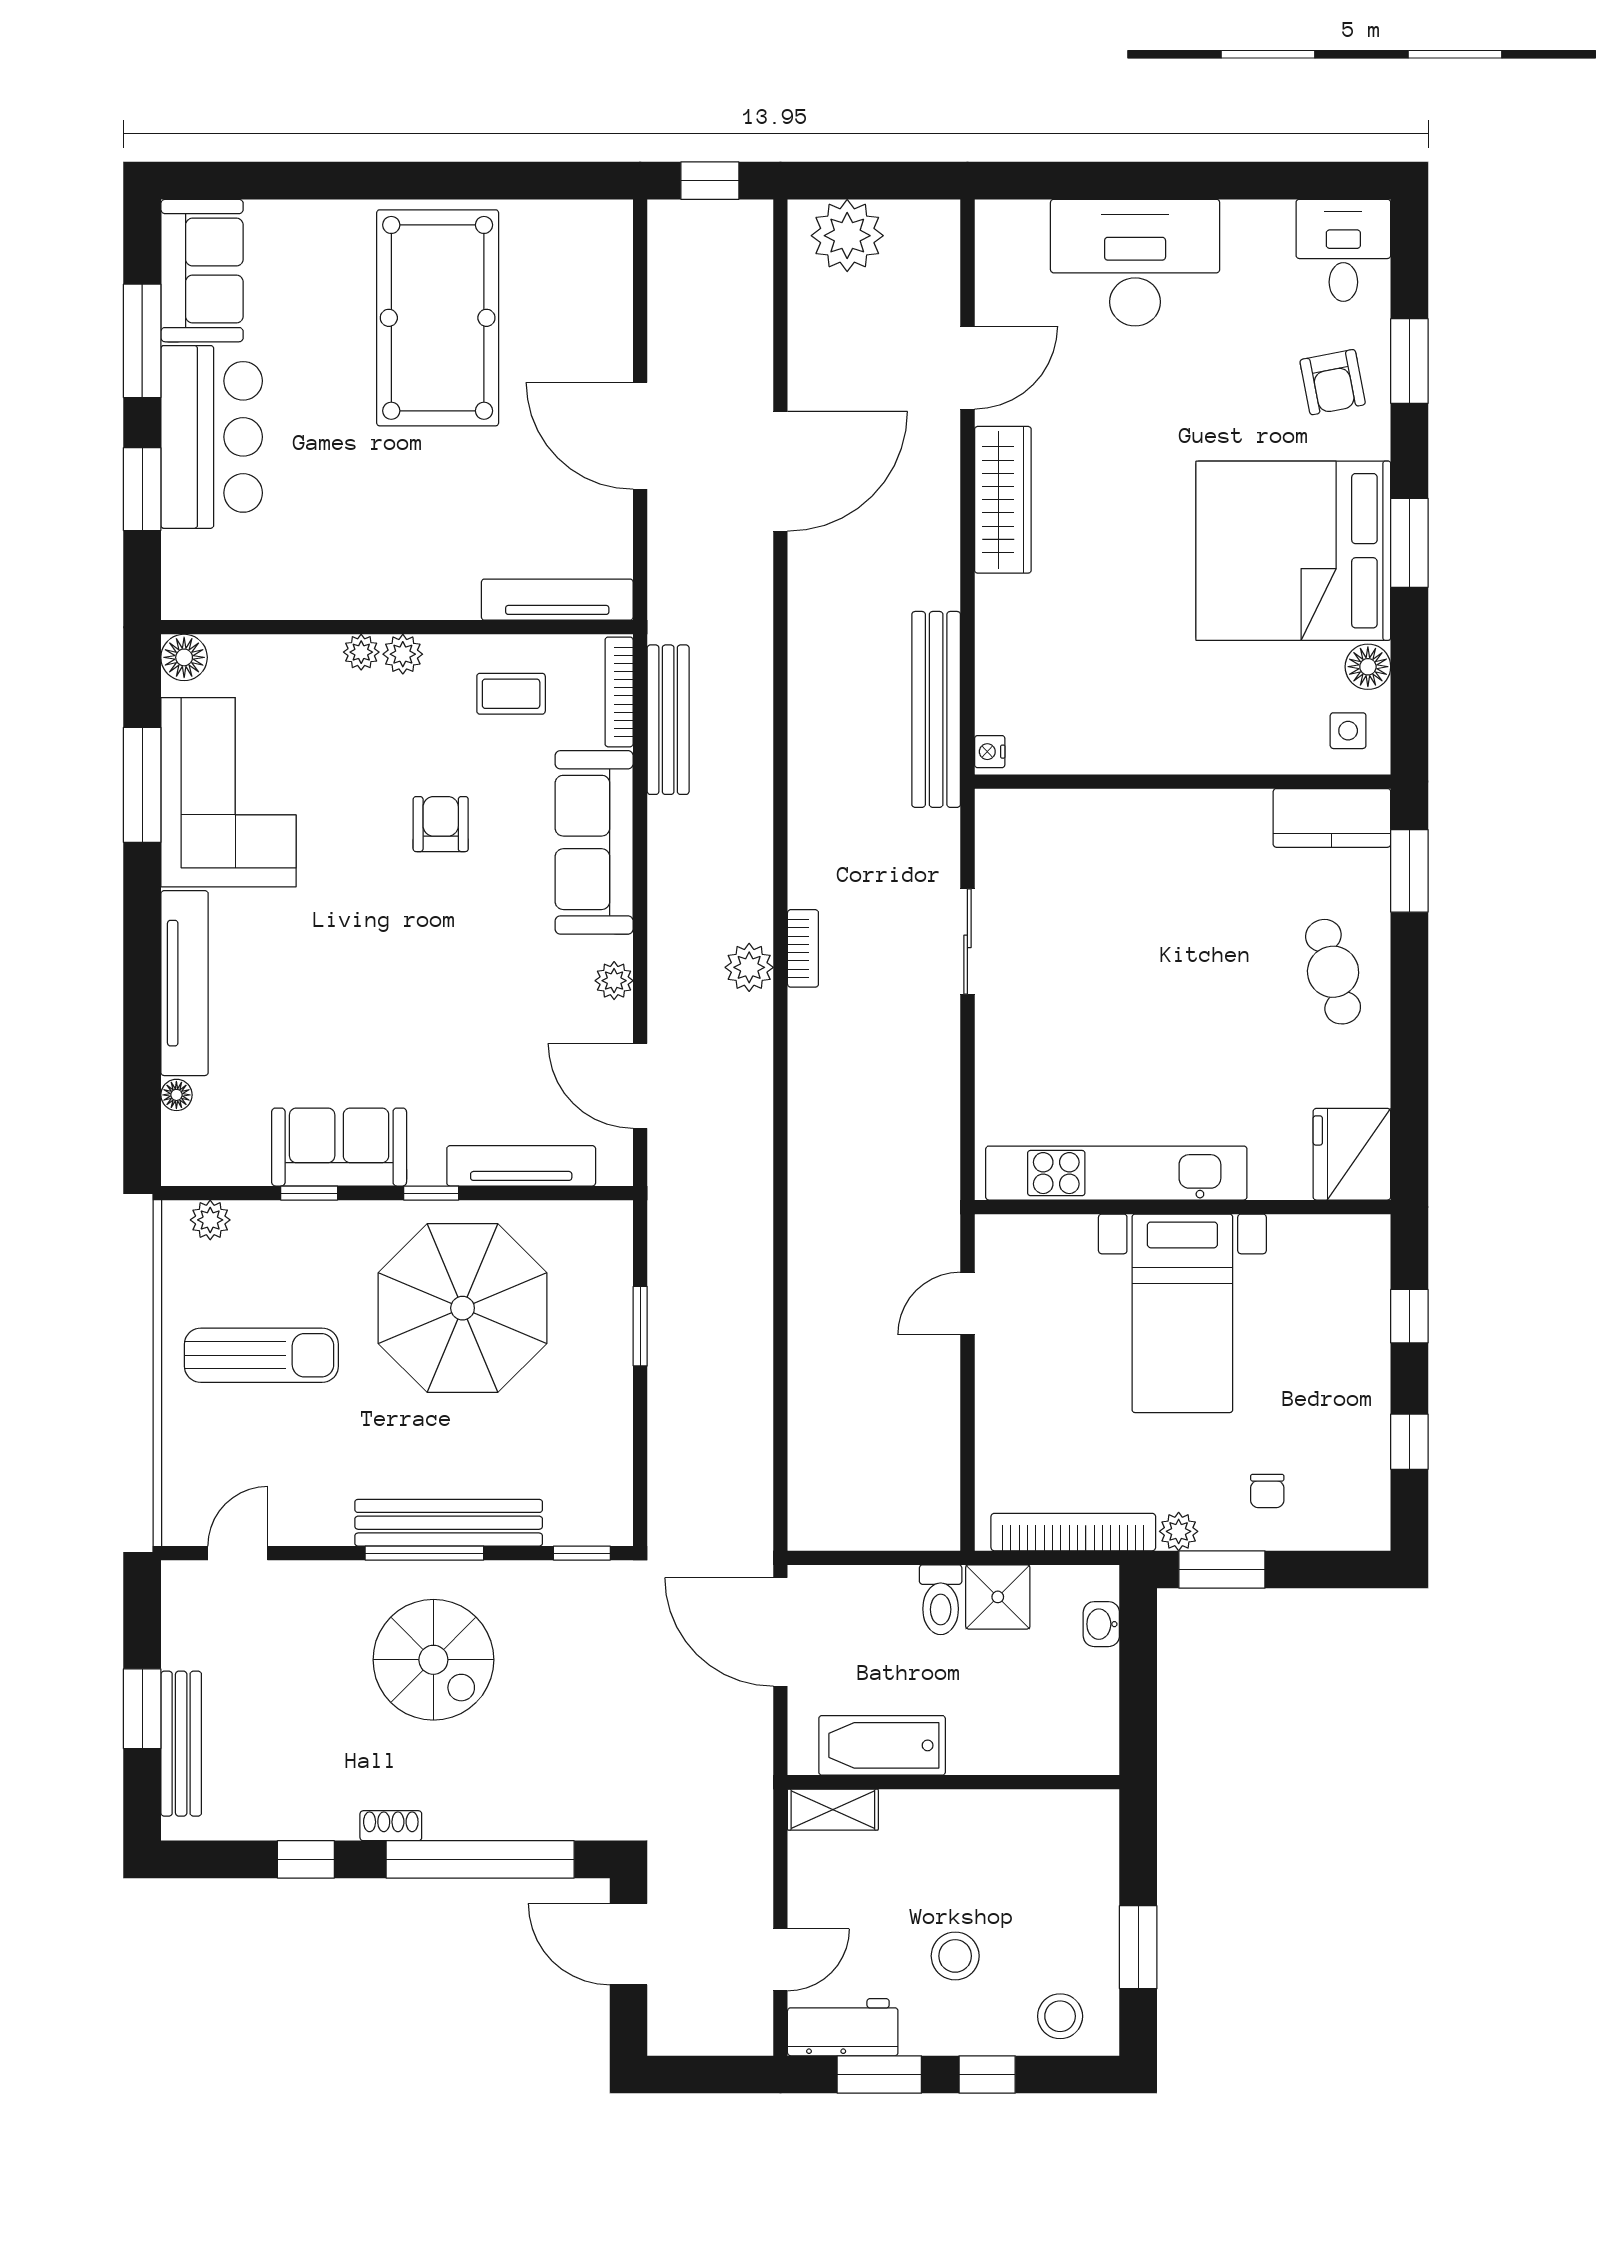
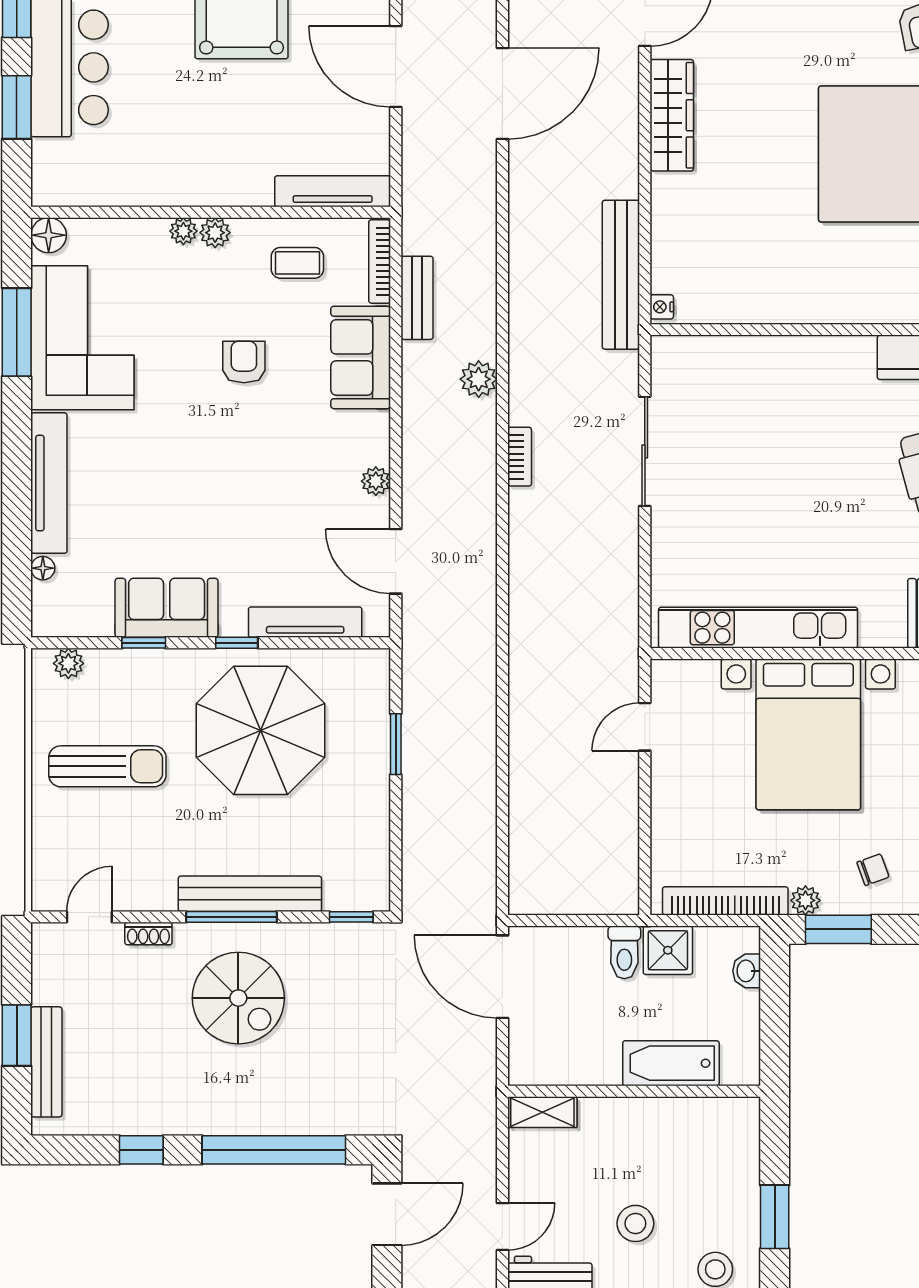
bench: (668, 720) -> (417, 298), width x0.73
sofa: (594, 842) -> (361, 357), width x0.73
sliding door: (967, 941) -> (645, 451), width x1.37
plant: (749, 967) -> (479, 379), moved
bed with nightstands: (1182, 1313) -> (808, 734), width x1.36
chair: (1267, 1491) -> (873, 870), turned -110
bathtub: (882, 1745) -> (671, 1063), moved
shoe rack: (391, 1826) -> (148, 934), moved, turned 180
door: (628, 1944) -> (387, 1214), swing flipped

